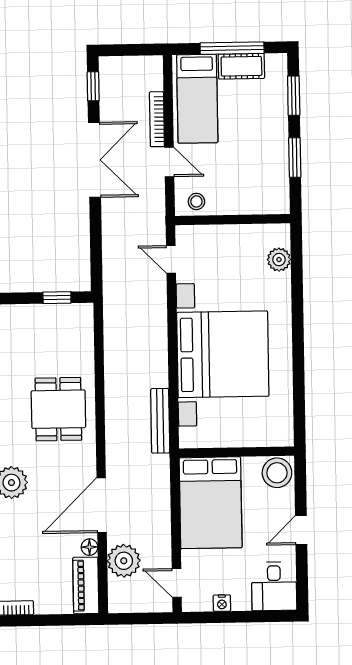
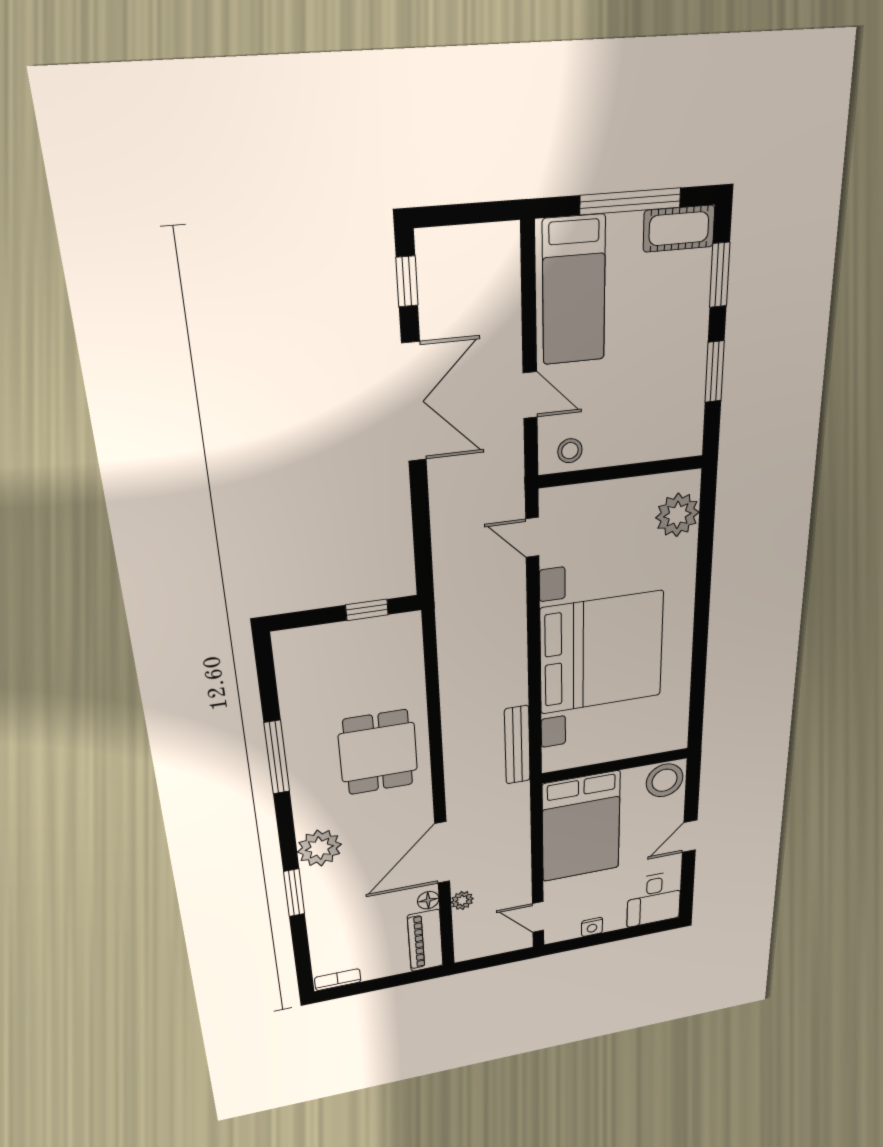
cot: (241, 66) -> (679, 229), moved
bookcase: (157, 119) -> (511, 329), removed
plant: (279, 260) -> (677, 515), width x1.36, depth x1.36
plant: (124, 561) -> (462, 900), width x0.53, depth x0.53

